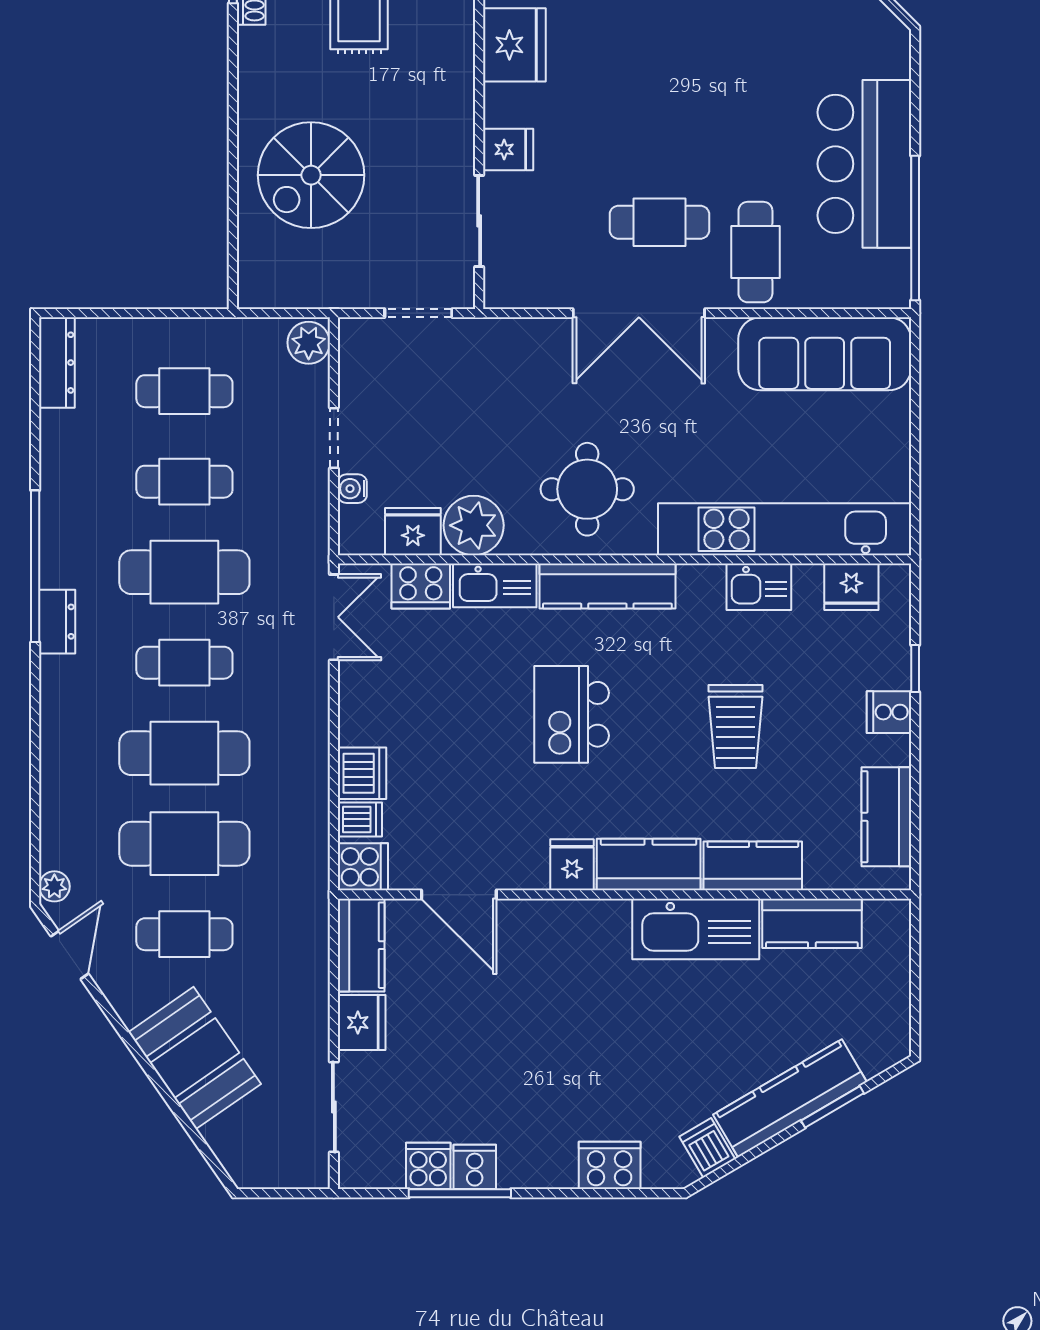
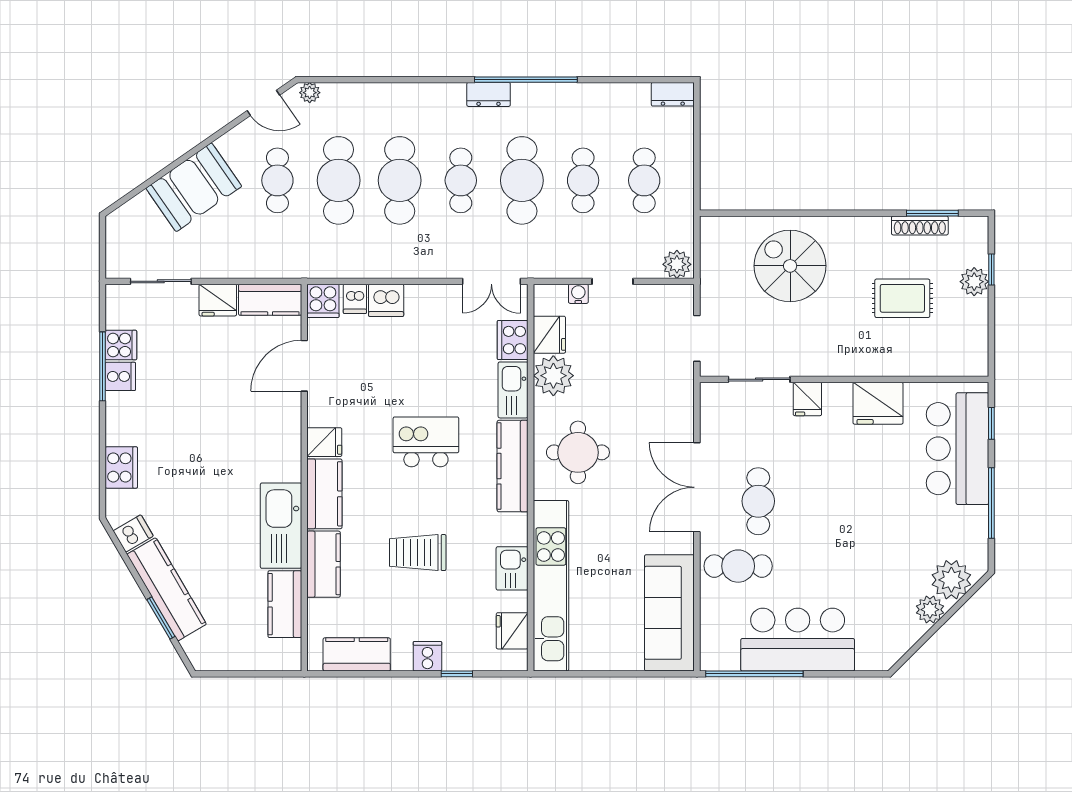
dresser: (57, 363) -> (673, 94), width x0.70

